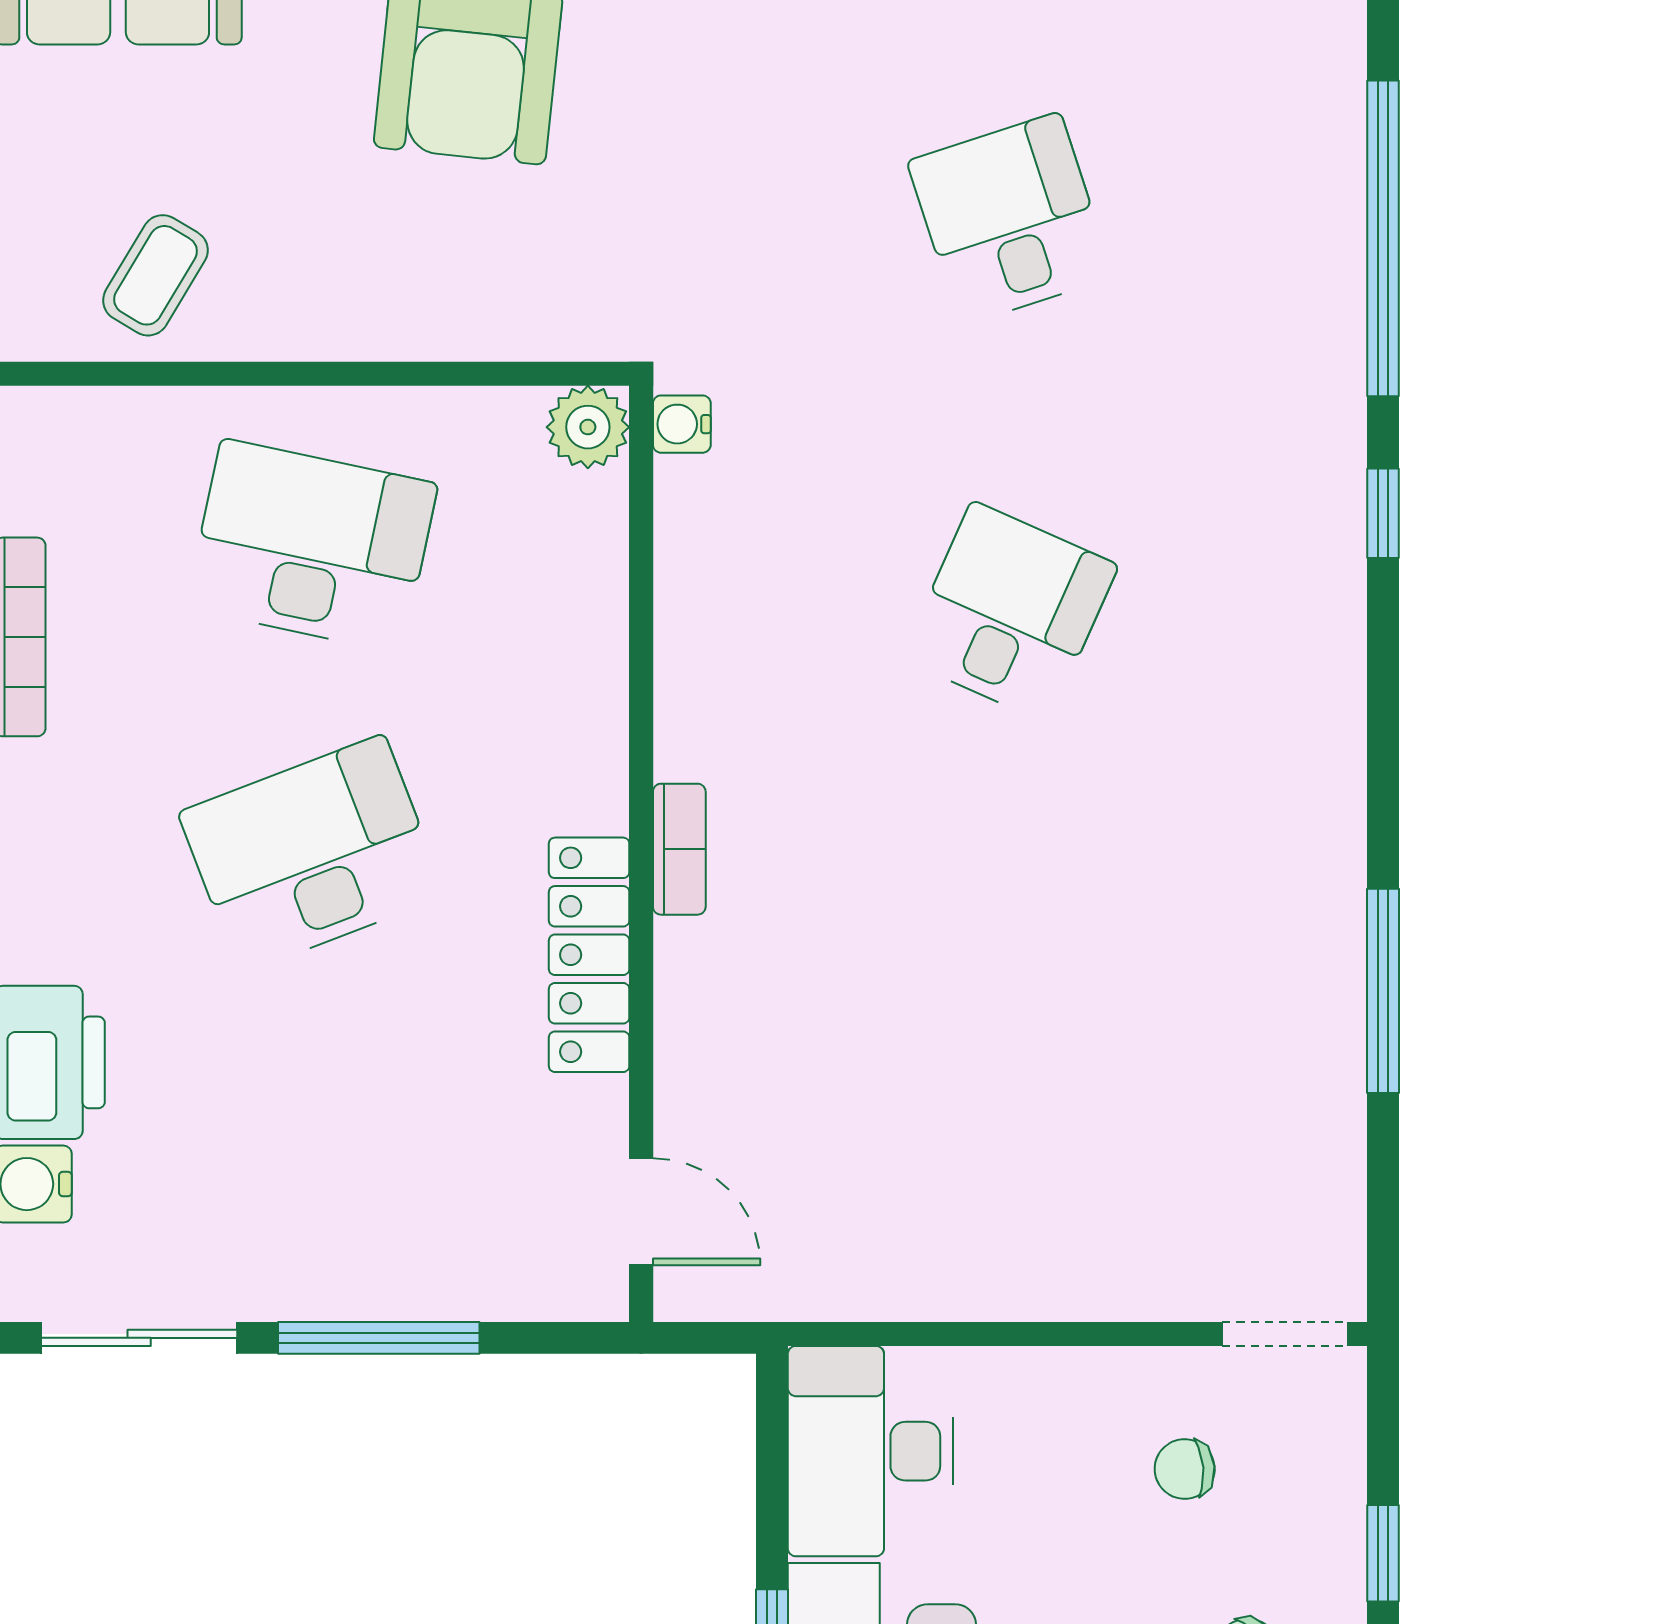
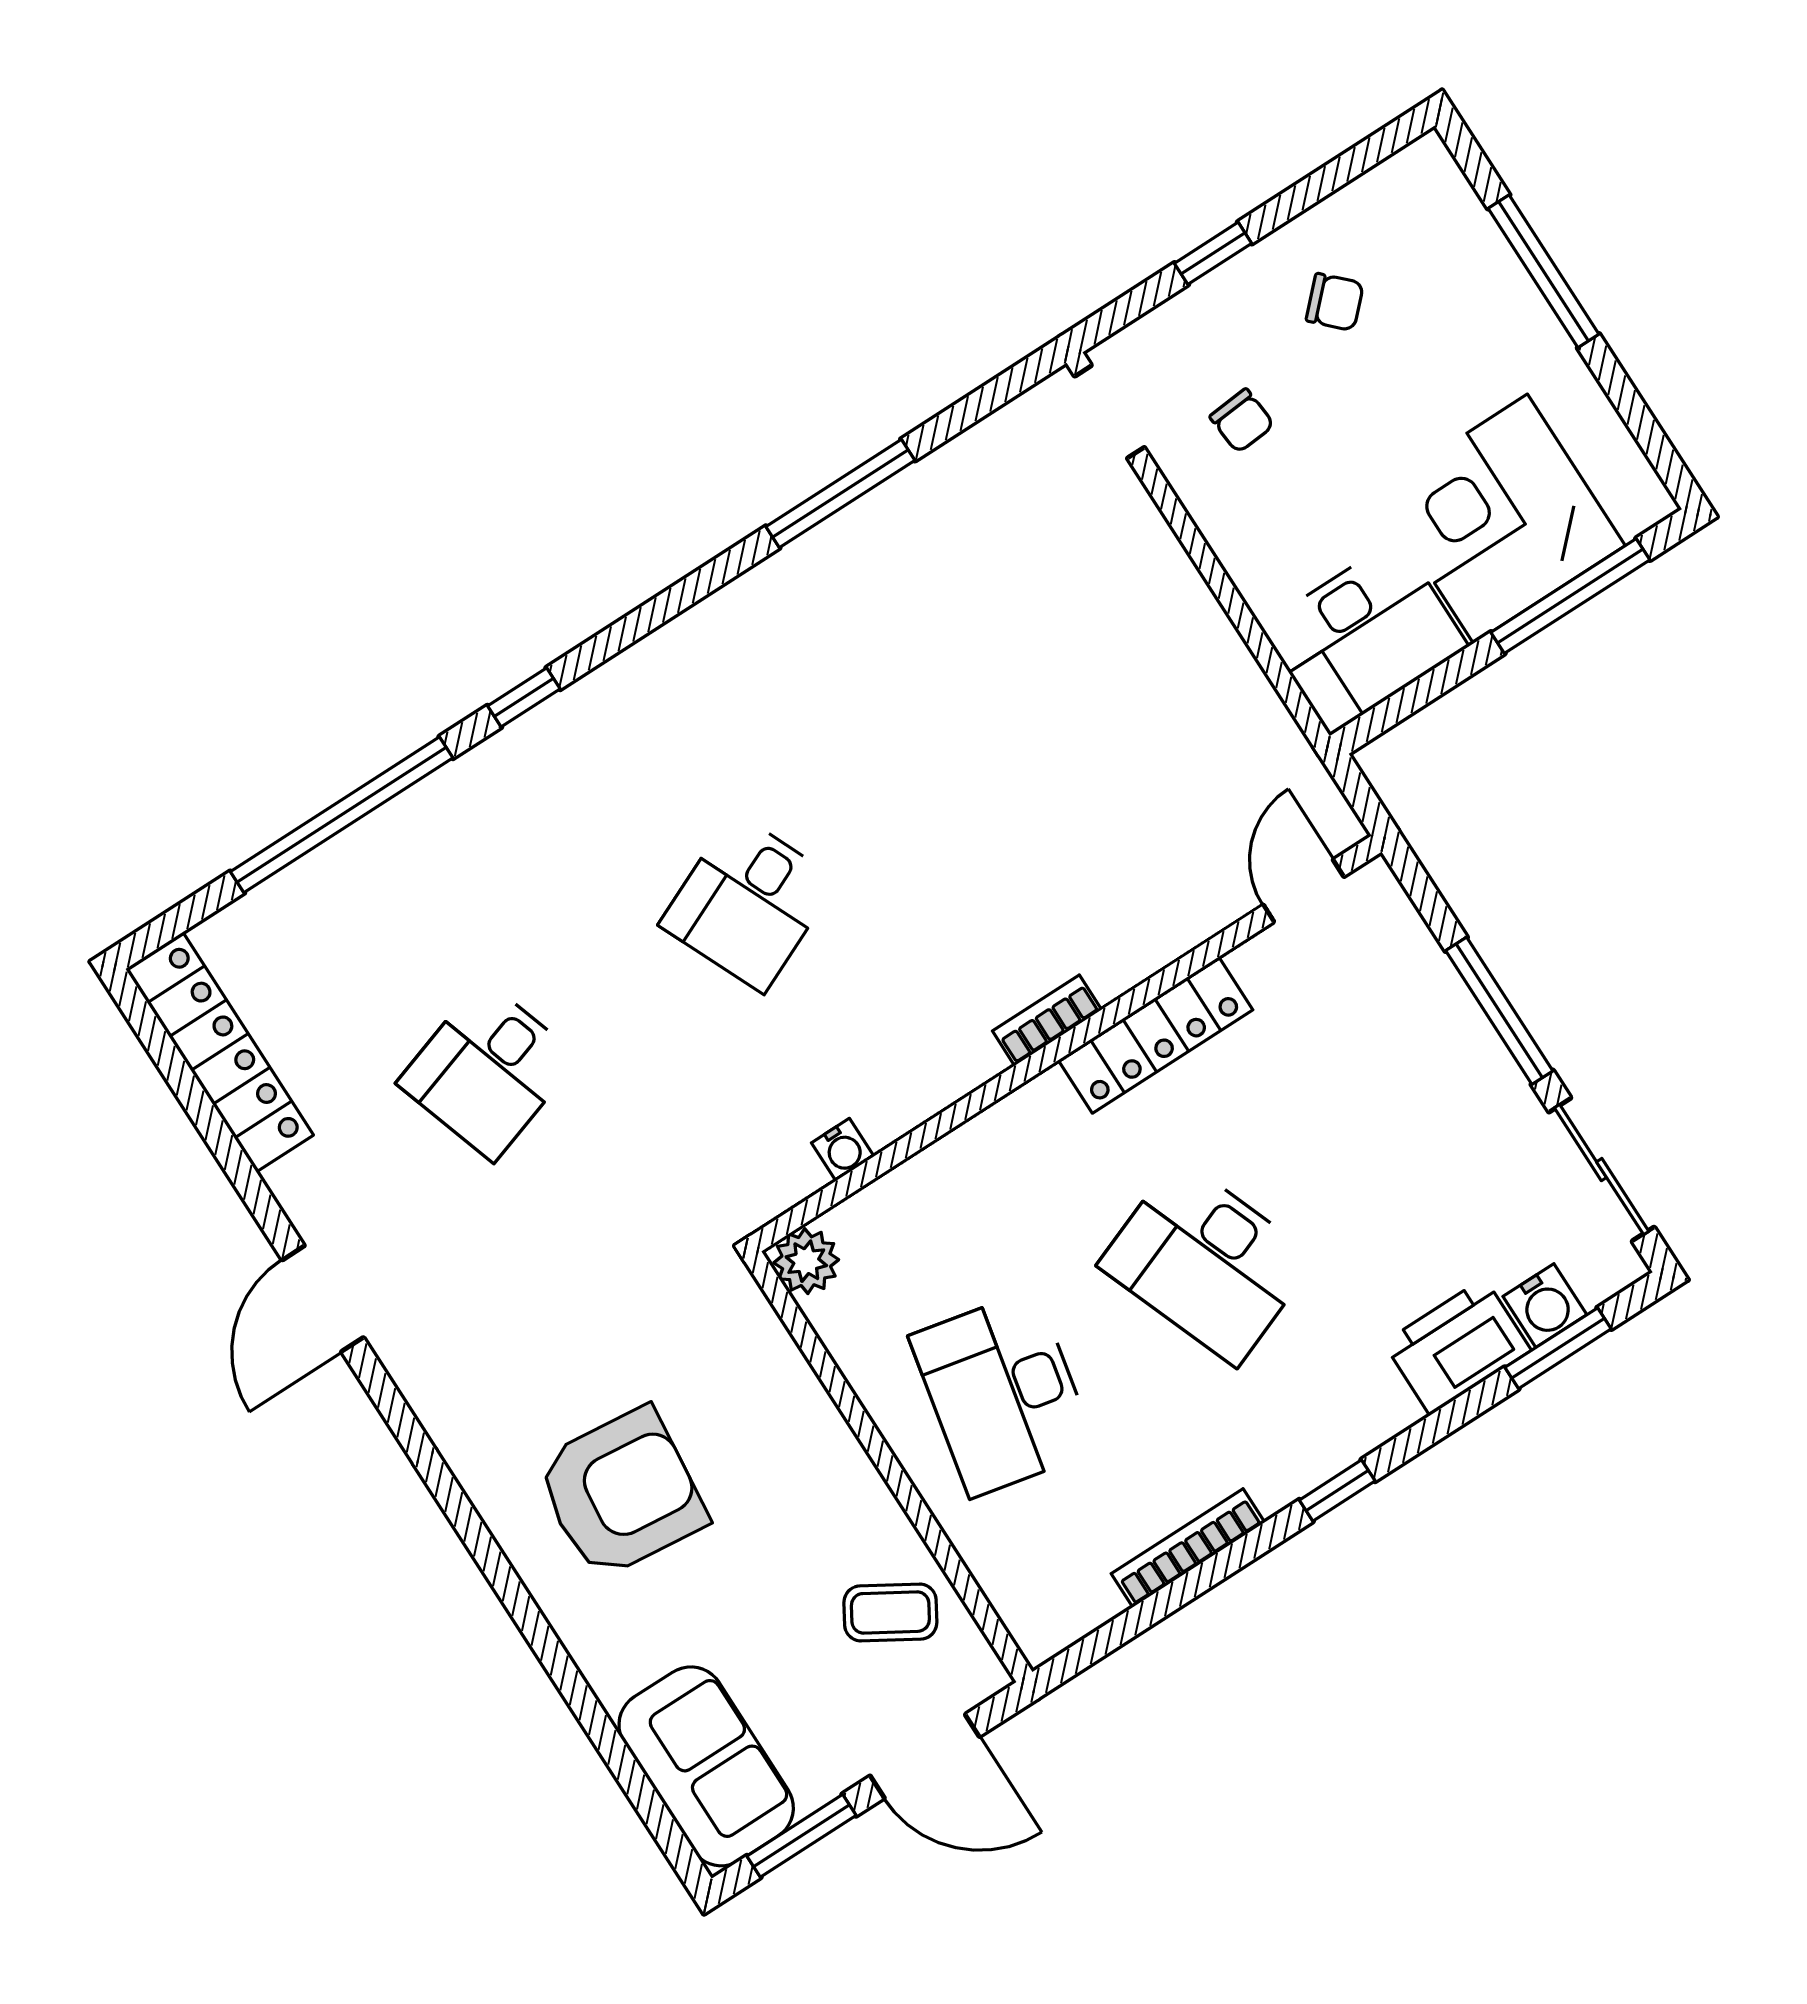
water cooler: (682, 424) -> (843, 1150), moved
desk: (1010, 612) -> (748, 902), turned -48

